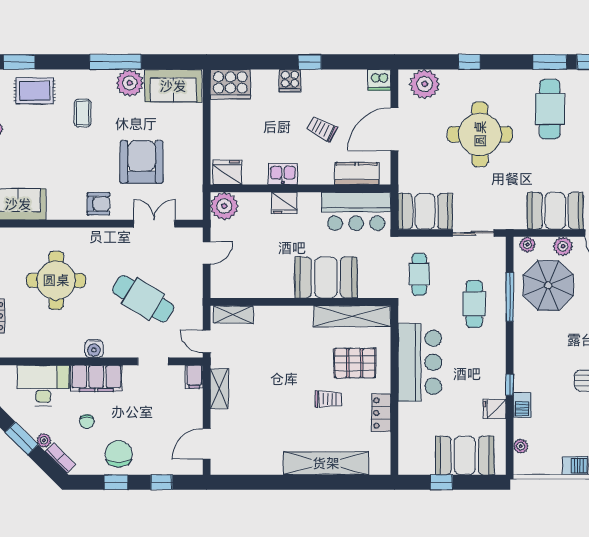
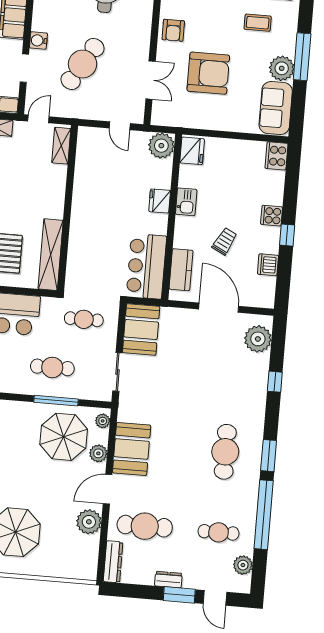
dishwasher: (379, 80) -> (268, 265), moved
cooker: (230, 84) -> (276, 156), width x0.73, depth x0.76
cafe table: (550, 109) -> (225, 452), turned 90
round table: (480, 134) -> (208, 386), removed
booth: (326, 277) -> (88, 233), removed
water cooler: (94, 349) -> (38, 41), moved

